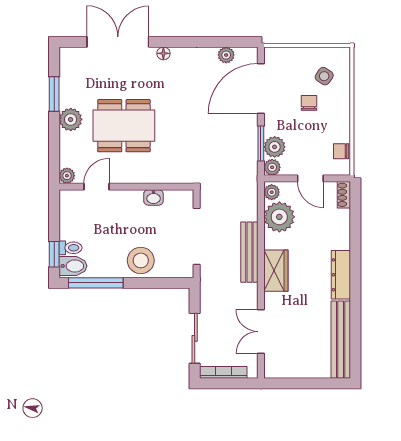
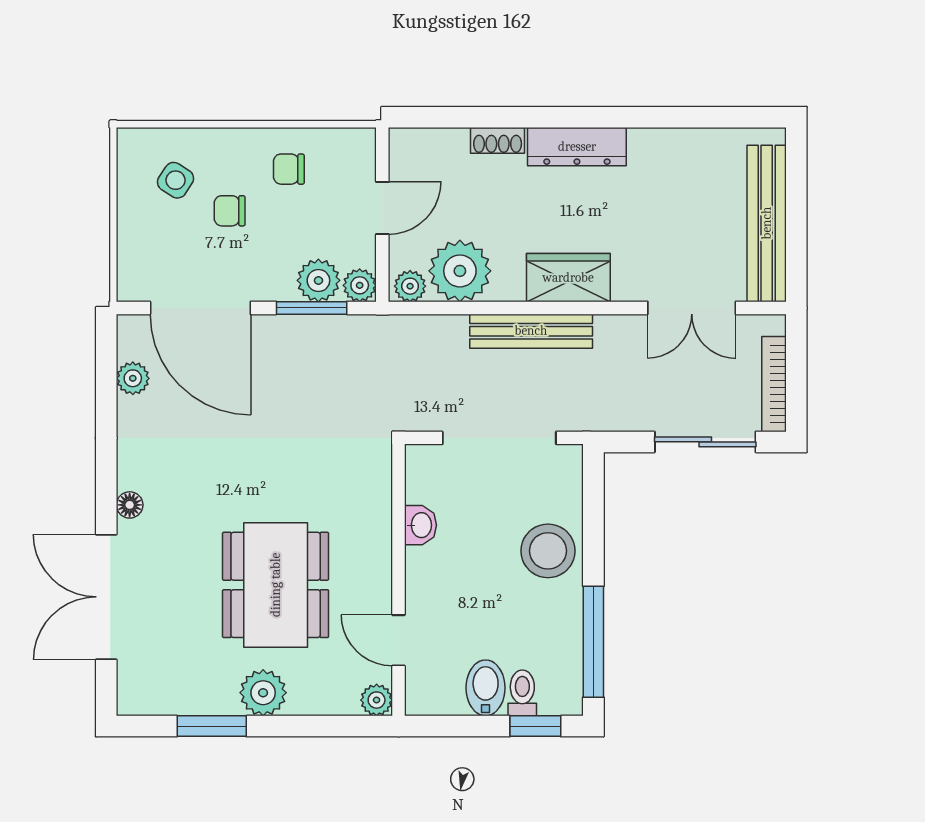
chair: (341, 151) -> (289, 169), moved, turned 90
shoe rack: (344, 195) -> (498, 140), moved
bidet: (73, 266) -> (486, 688), moved
bench: (341, 340) -> (767, 223), moved, turned 90

